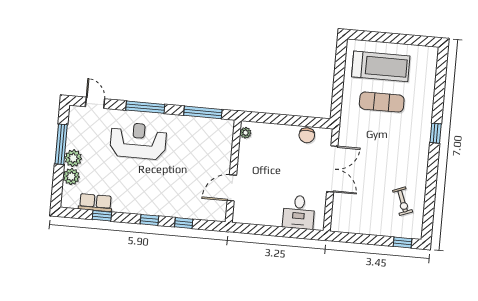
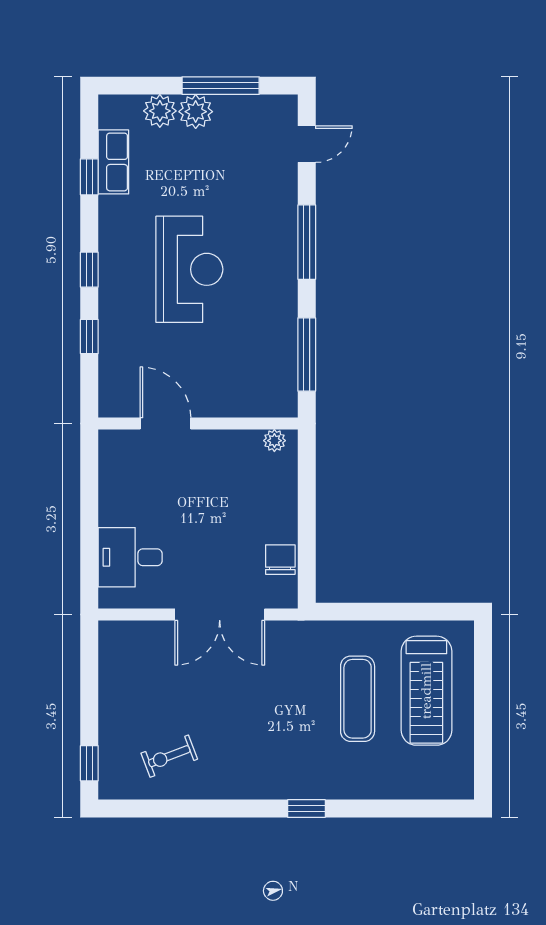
chair: (307, 135) -> (280, 560), turned 90
reception desk: (138, 141) -> (189, 269), moved

